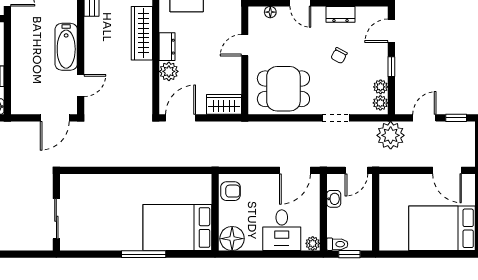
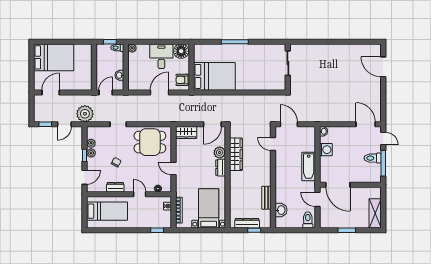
wardrobe: (142, 33) -> (236, 154), moved
door: (245, 45) -> (173, 168), swing flipped
bathtub: (66, 47) -> (309, 166), moved, turned 180
door: (81, 86) -> (273, 144), hinge flipped
plant: (380, 103) -> (91, 153), moved
door: (55, 118) -> (289, 124), hinge flipped
door: (295, 170) -> (160, 93), moved
door: (447, 170) -> (51, 93), hinge flipped
bed: (177, 228) -> (214, 76), moved
desk: (282, 230) -> (161, 56), moved

